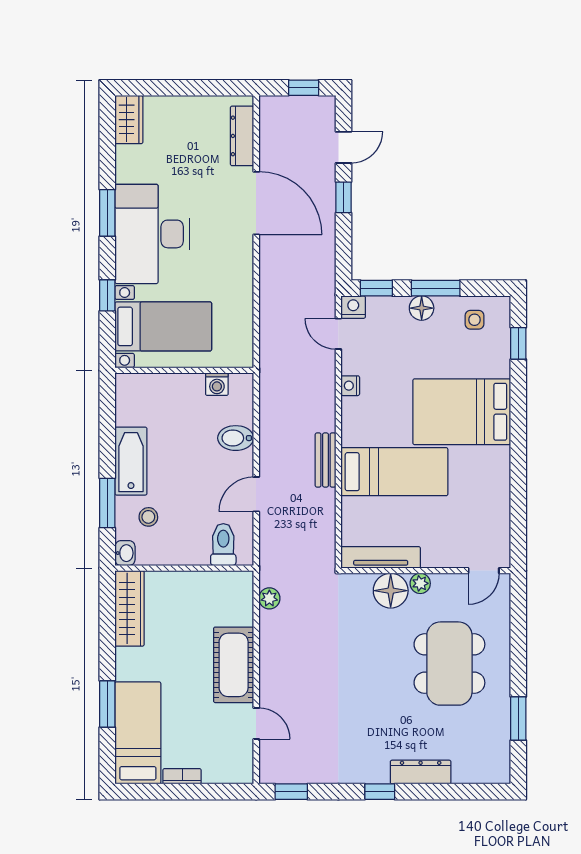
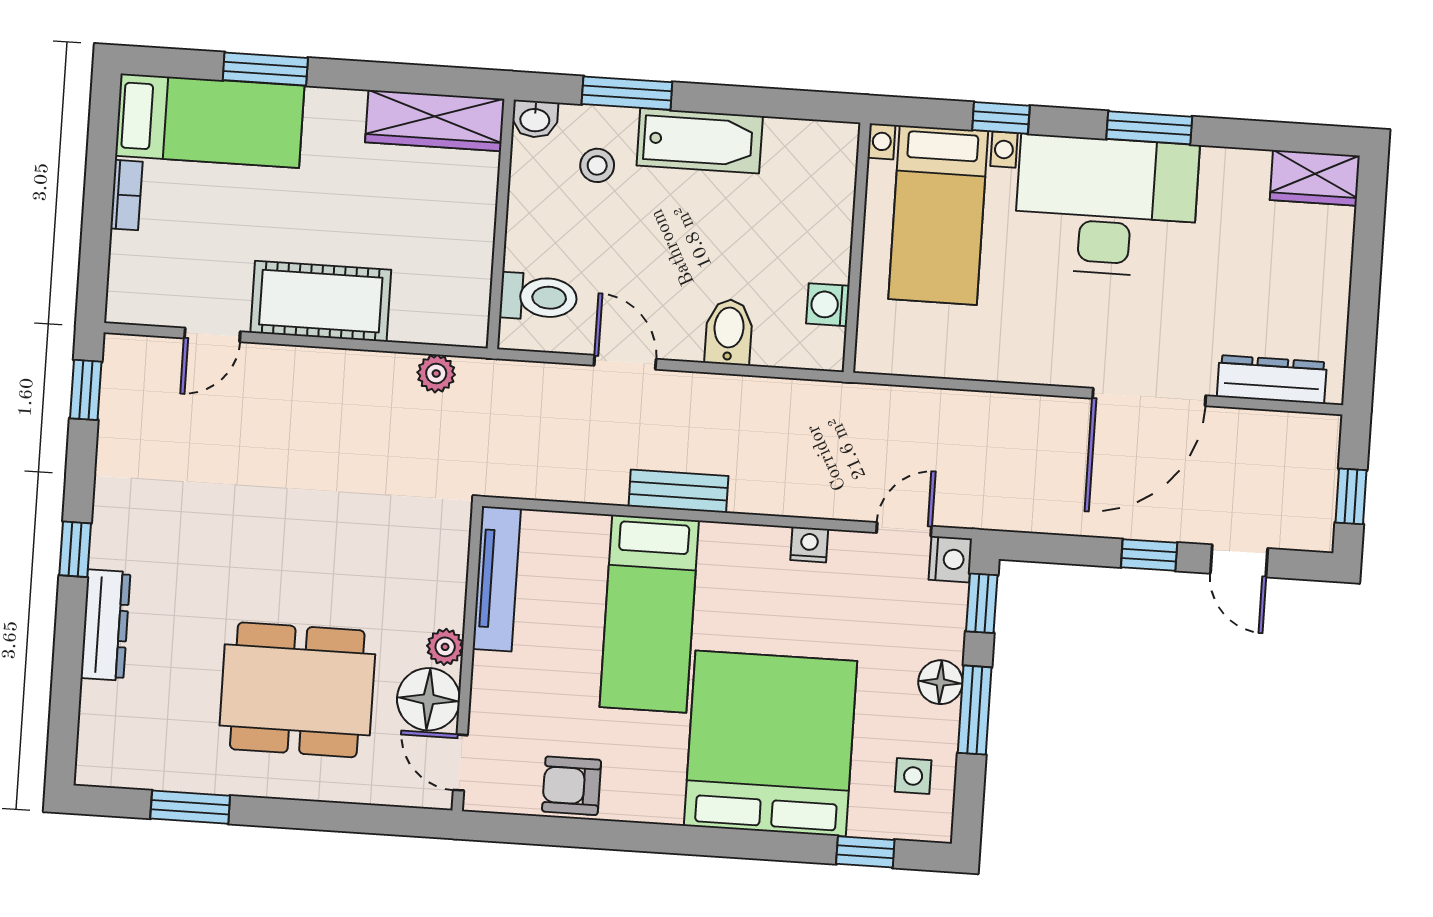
bed: (462, 412) -> (771, 743), width x1.36
armchair: (492, 508) -> (572, 786), added
floor lamp: (391, 591) -> (428, 699), moved

